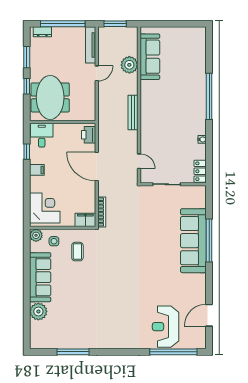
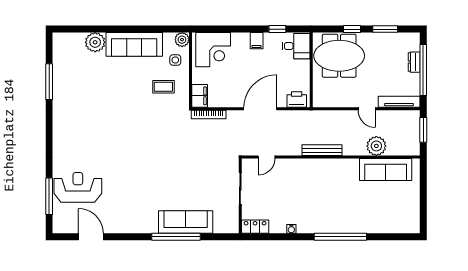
dresser: (42, 32) -> (414, 62), moved
sofa: (193, 241) -> (186, 222), width x0.74, depth x0.79
window: (173, 352) -> (49, 196), width x0.68

